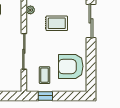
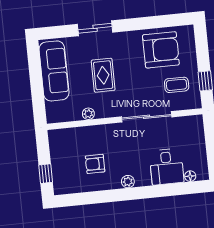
sliding door: (91, 21) -> (95, 28), width x0.73
armchair: (71, 66) -> (161, 50), turned -90

